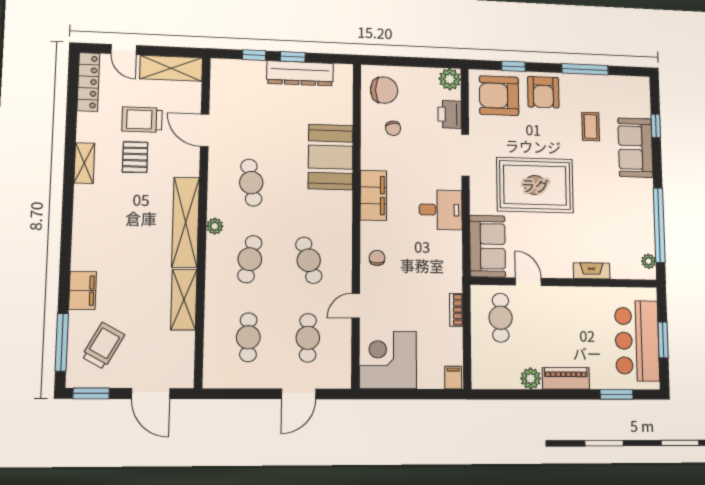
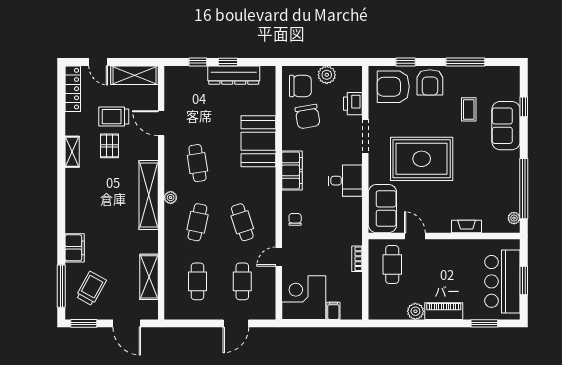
plant: (450, 79) -> (327, 75), moved
chair: (393, 128) -> (308, 117), width x1.87, depth x1.87
shelving: (184, 300) -> (149, 277), moved
filing cabinet: (453, 378) -> (333, 311), moved

